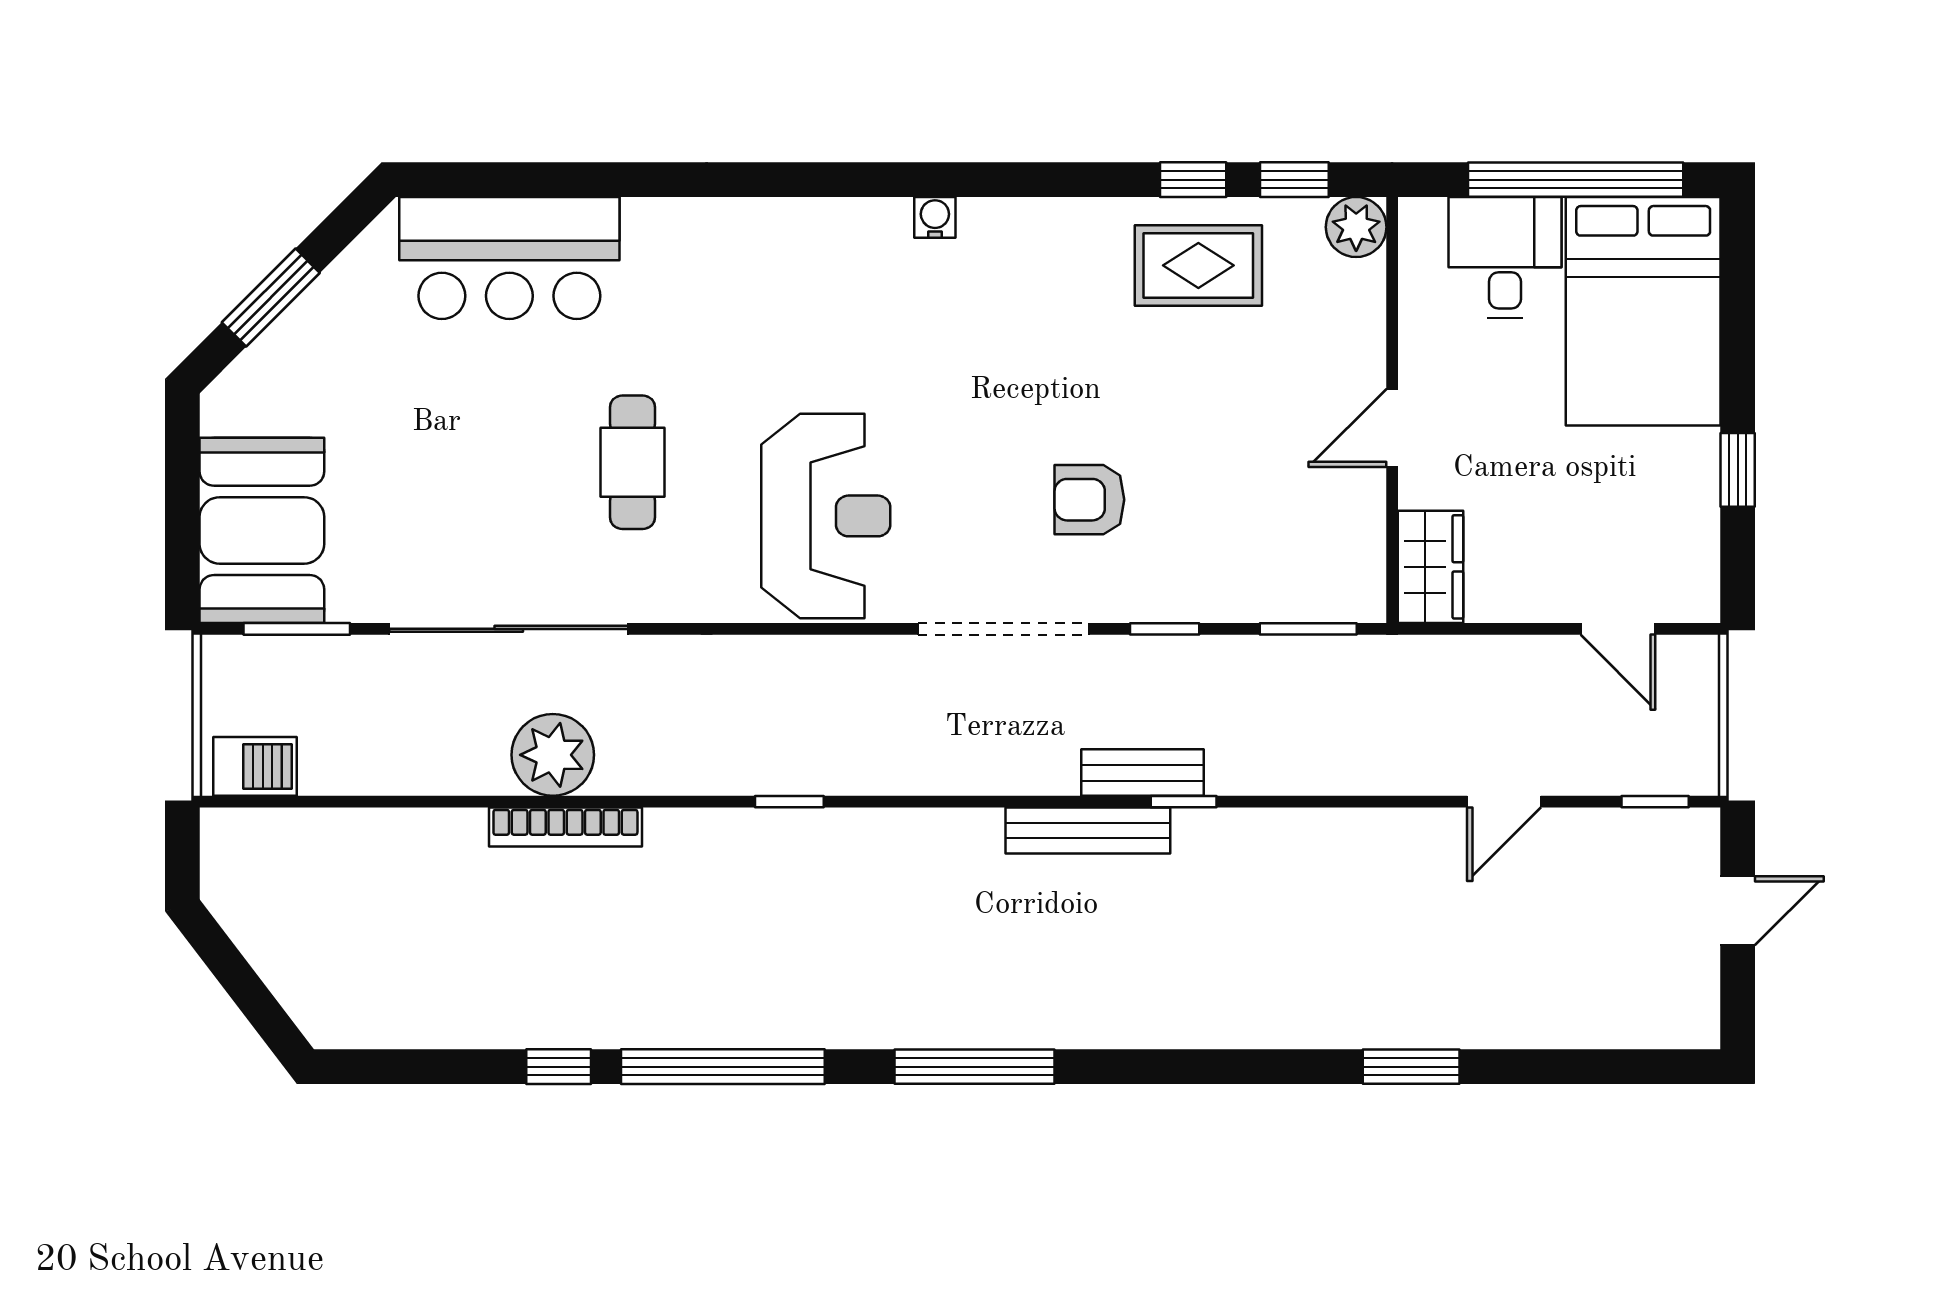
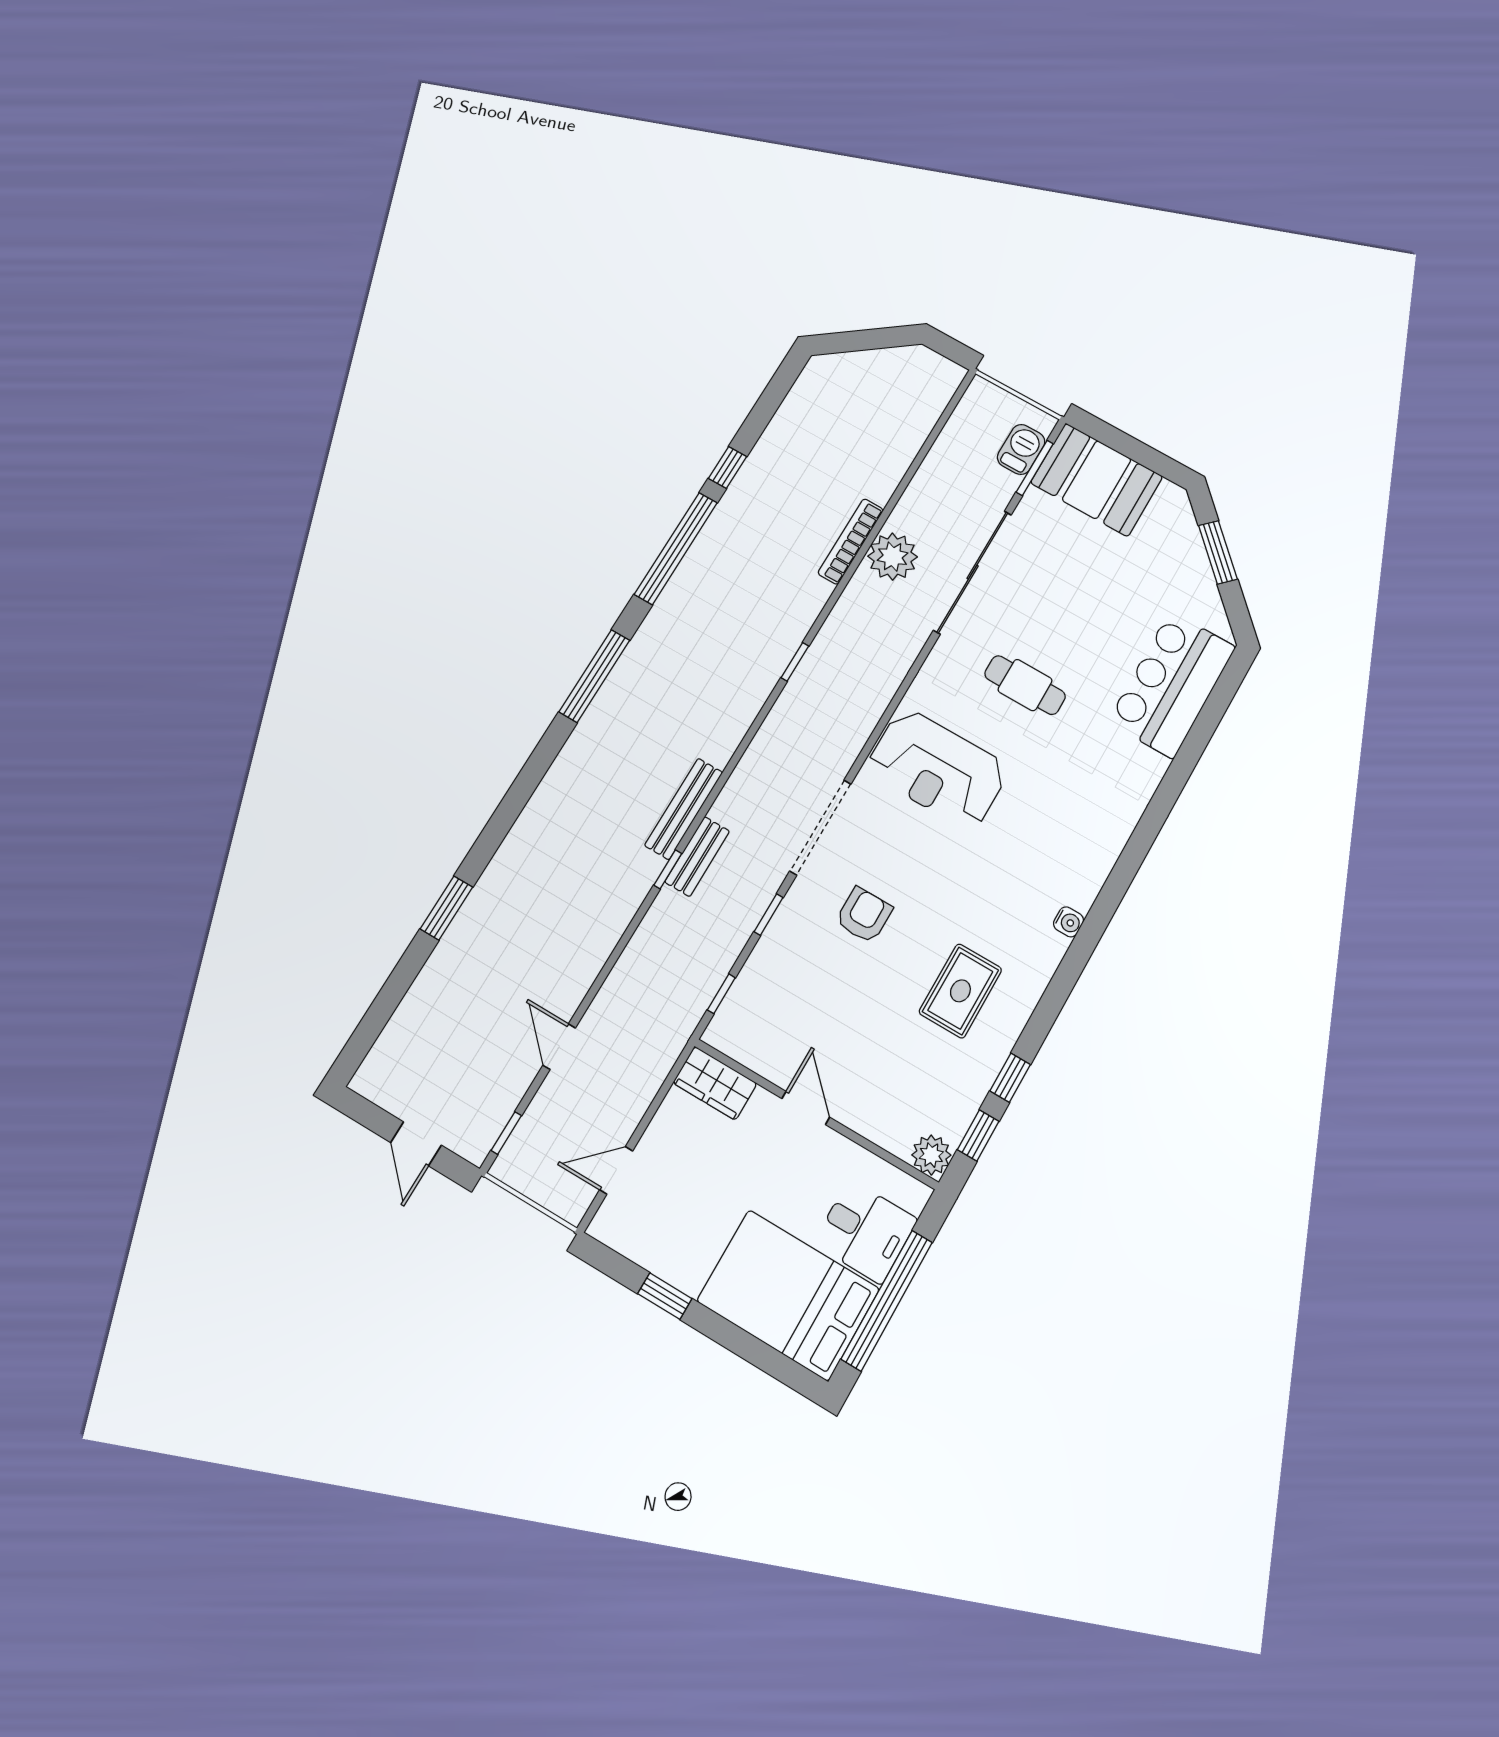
rug: (1198, 265) -> (960, 991), moved
window: (1308, 629) -> (721, 994), width x0.67
barbecue: (255, 766) -> (1021, 449), moved, turned 180

